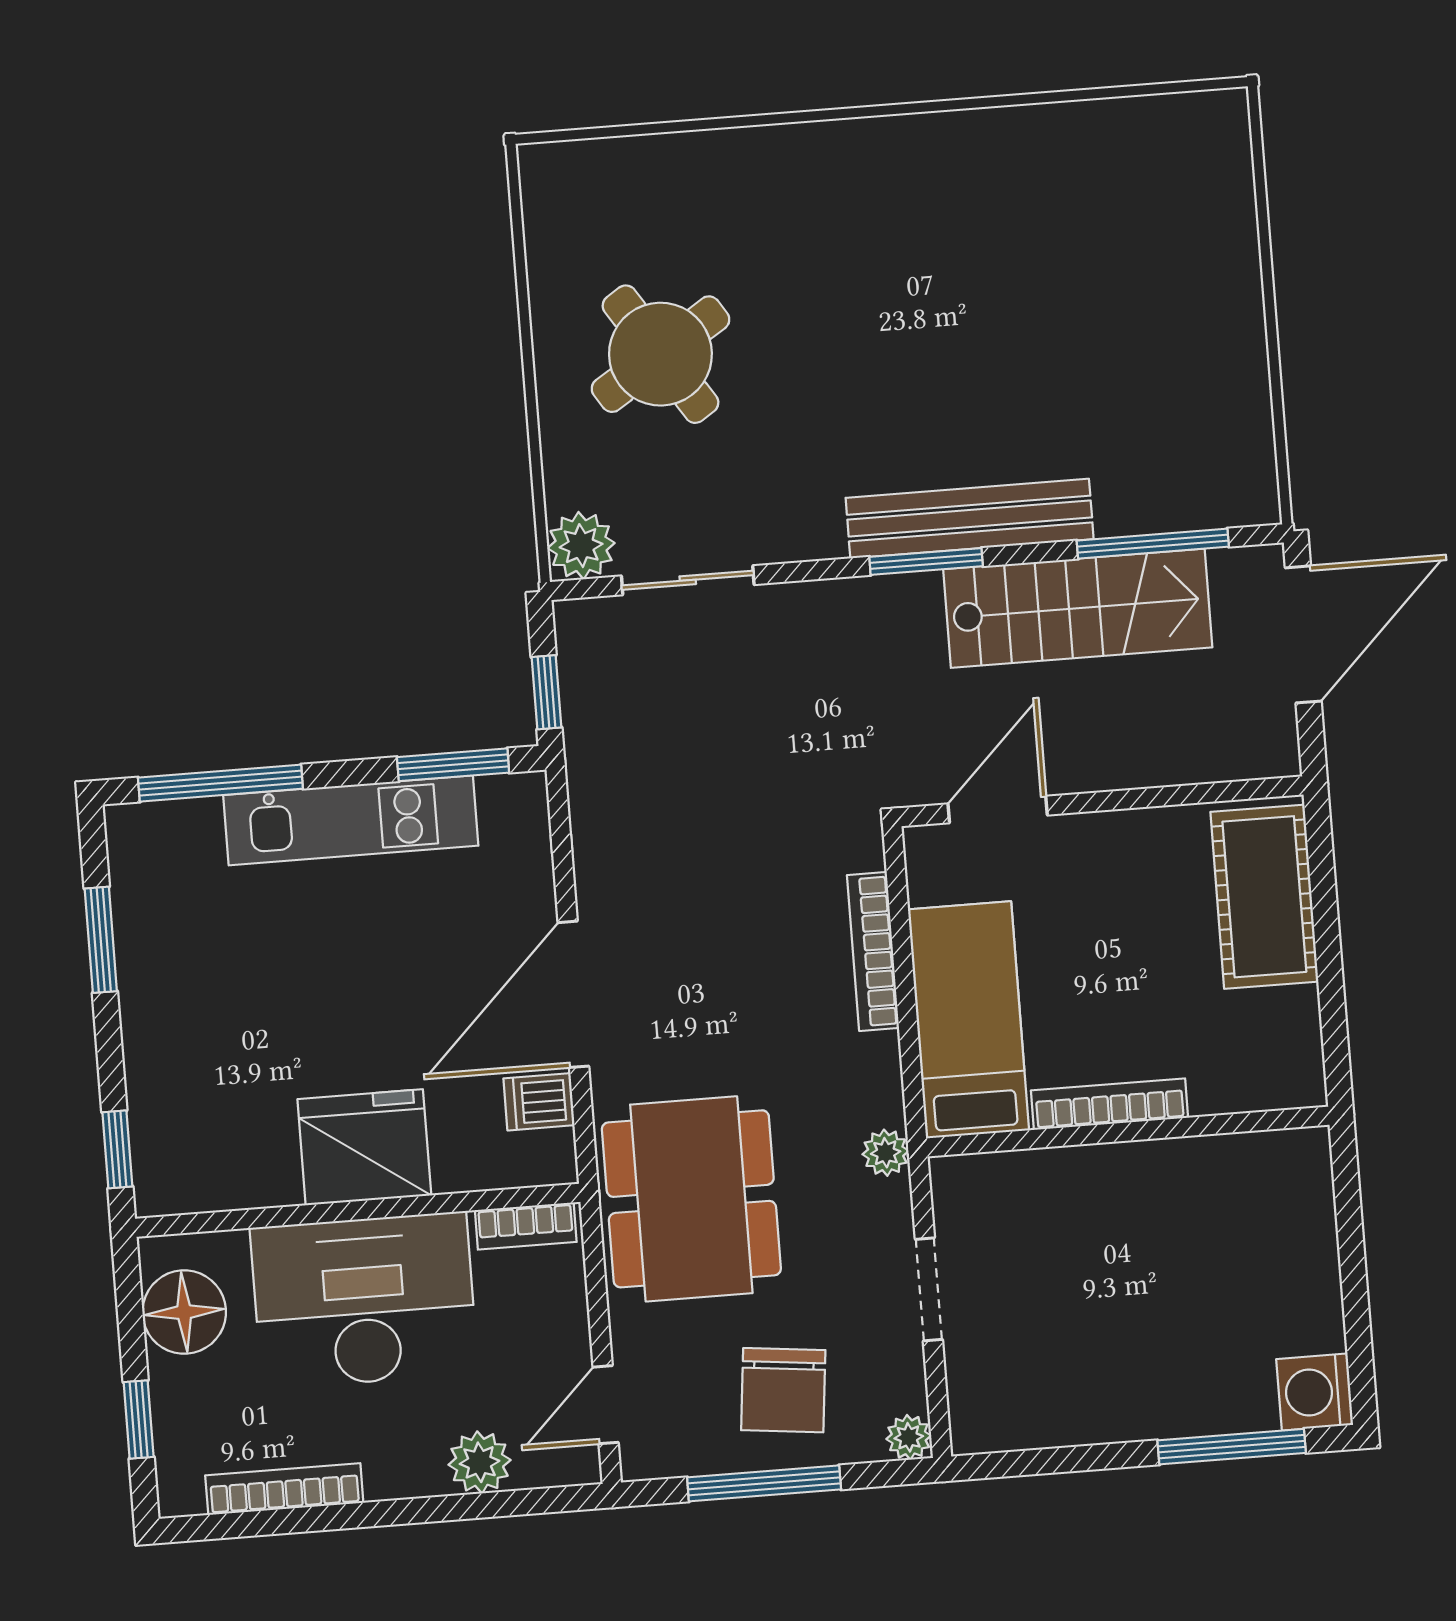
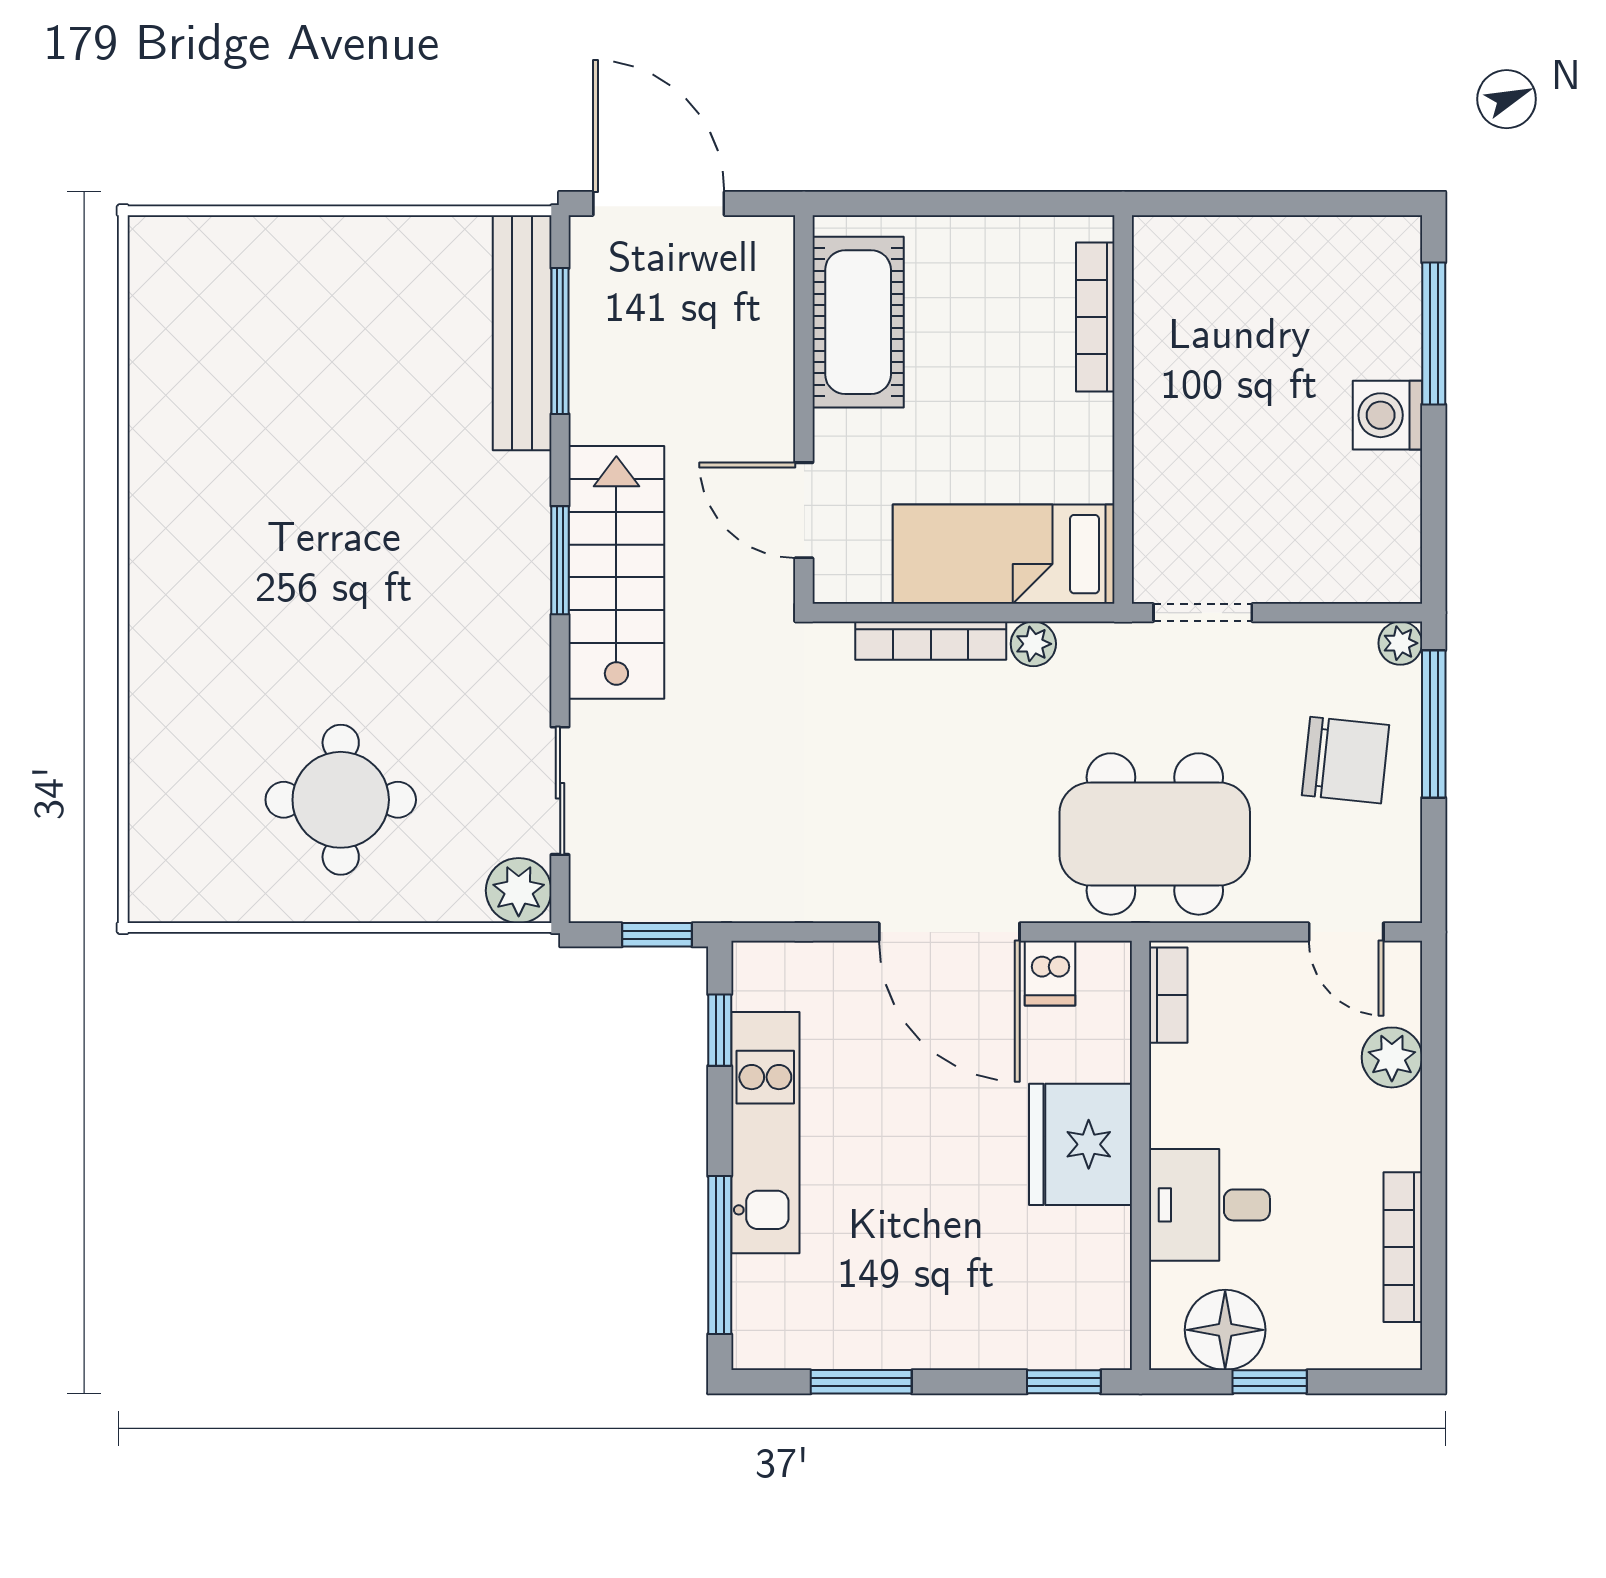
round table: (660, 354) -> (341, 800), turned 33
bench: (970, 519) -> (522, 333), moved
stairs: (1078, 608) -> (616, 572), moved
window: (453, 765) -> (720, 1030), width x0.67
cot: (1264, 897) -> (858, 322), moved, turned 90
bookcase: (1109, 1104) -> (1095, 317), moved
plant: (886, 1153) -> (1033, 644), moved
doorway: (929, 1289) -> (1203, 613), moved
desk: (364, 1300) -> (1210, 1205), width x0.53, depth x0.77
washing machine: (1315, 1392) -> (1388, 415), moved, turned 90
window: (139, 1419) -> (1270, 1382), moved
window: (764, 1483) -> (1434, 724), moved

